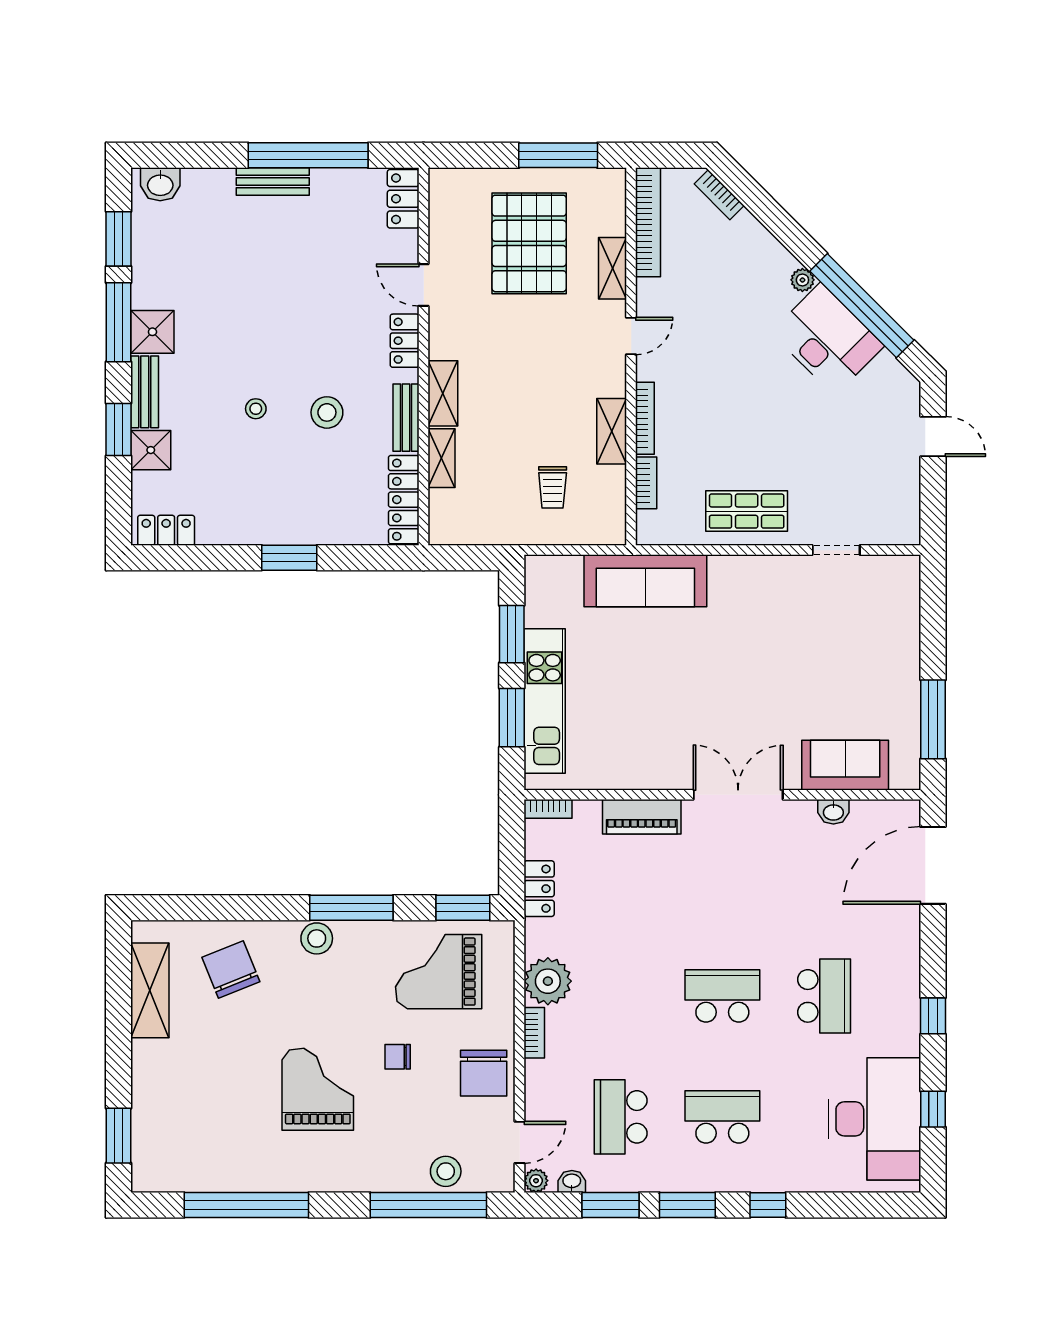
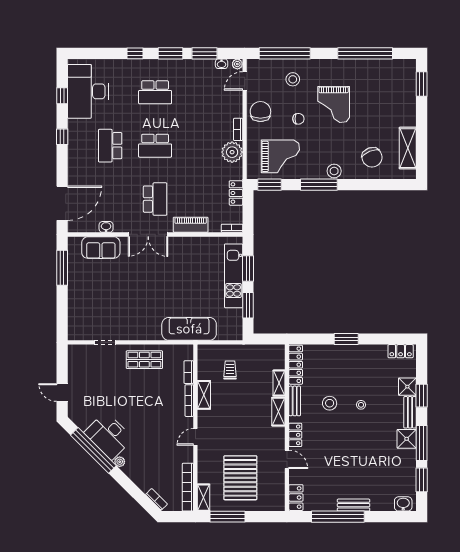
shelving: (612, 268) -> (204, 498), moved
school desk: (621, 1117) -> (155, 199), moved
stool: (446, 1171) -> (293, 79), moved

